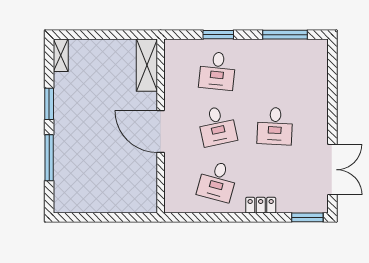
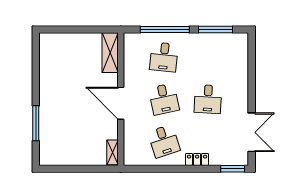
window: (218, 35) -> (165, 29), width x2.11
shelving: (61, 55) -> (113, 152), moved
window: (49, 104) -> (36, 82), removed
desk: (217, 181) -> (164, 141), turned -33

